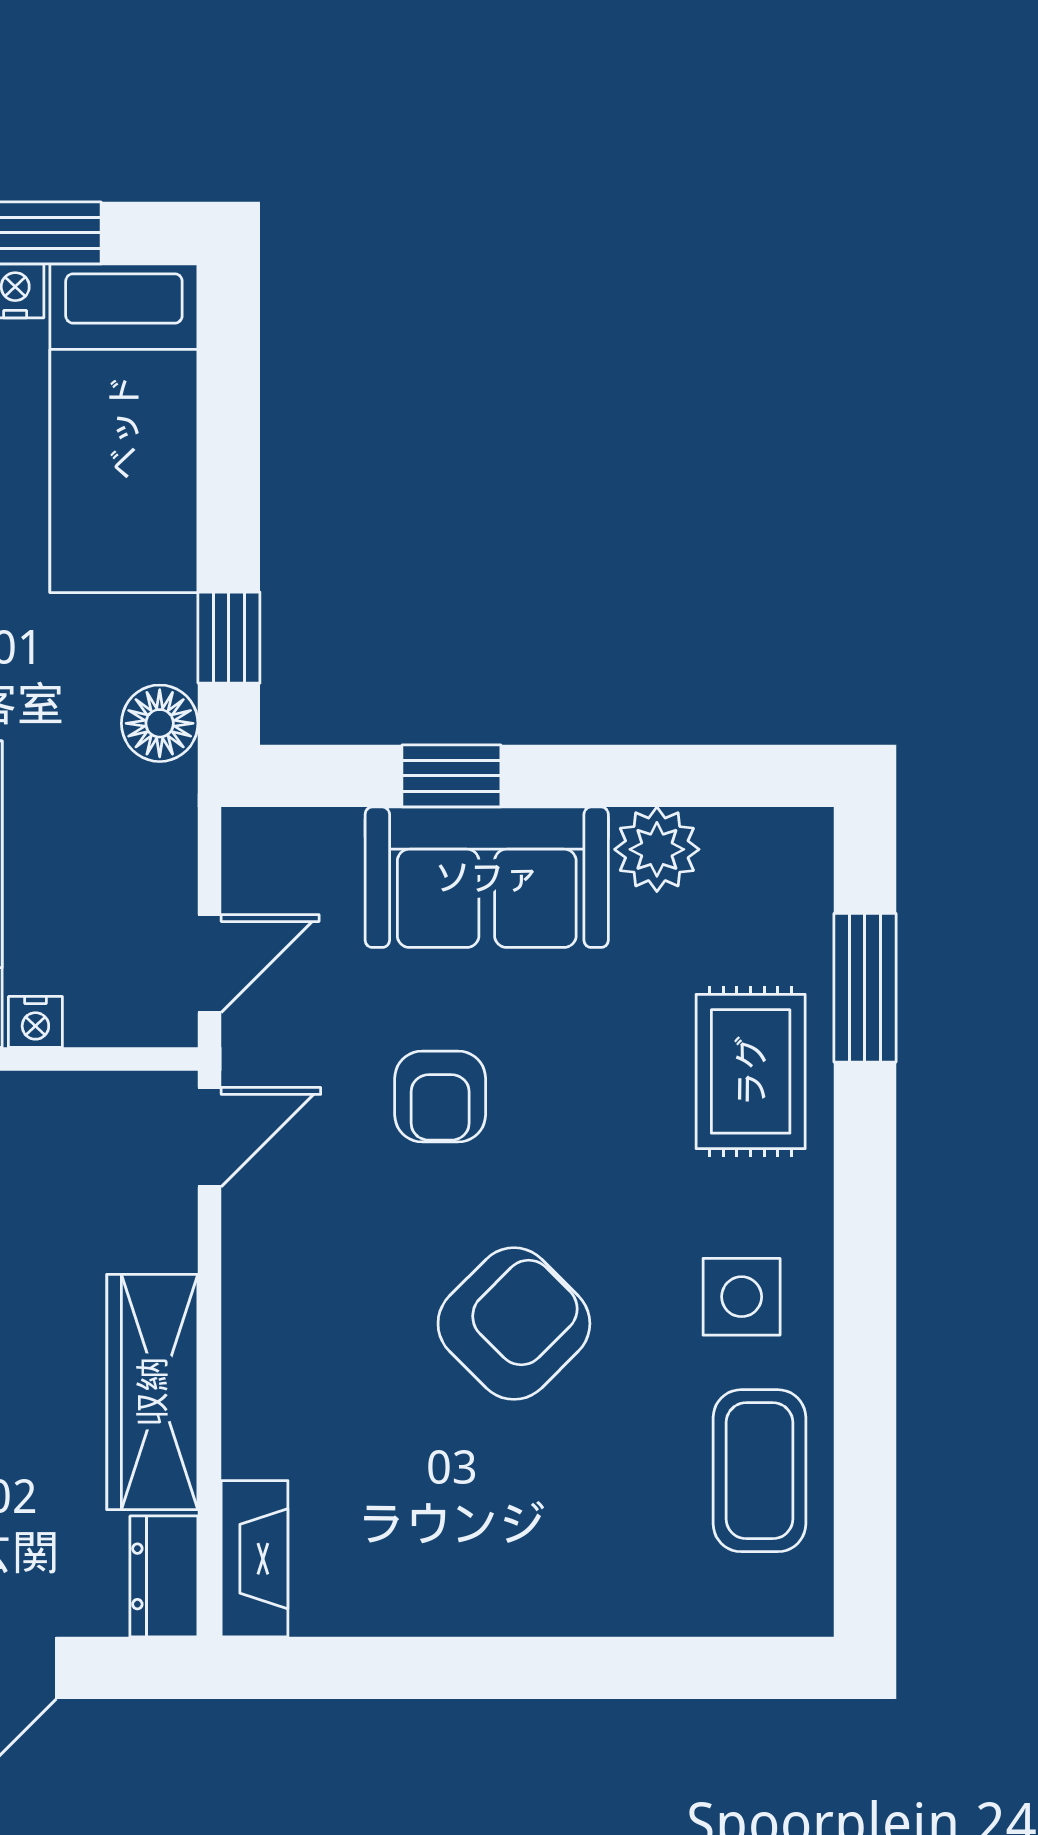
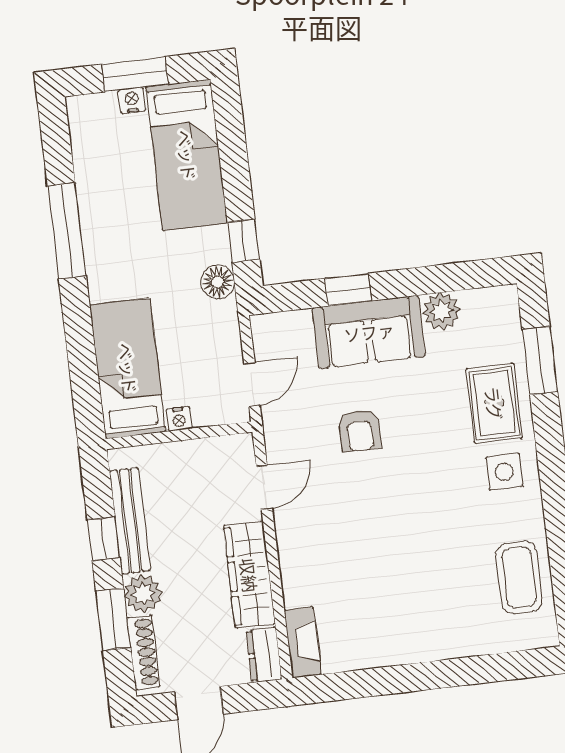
door: (210, 1137) -> (264, 487), moved
side table: (742, 1297) -> (504, 472), moved
armchair: (514, 1324) -> (404, 526), removed

